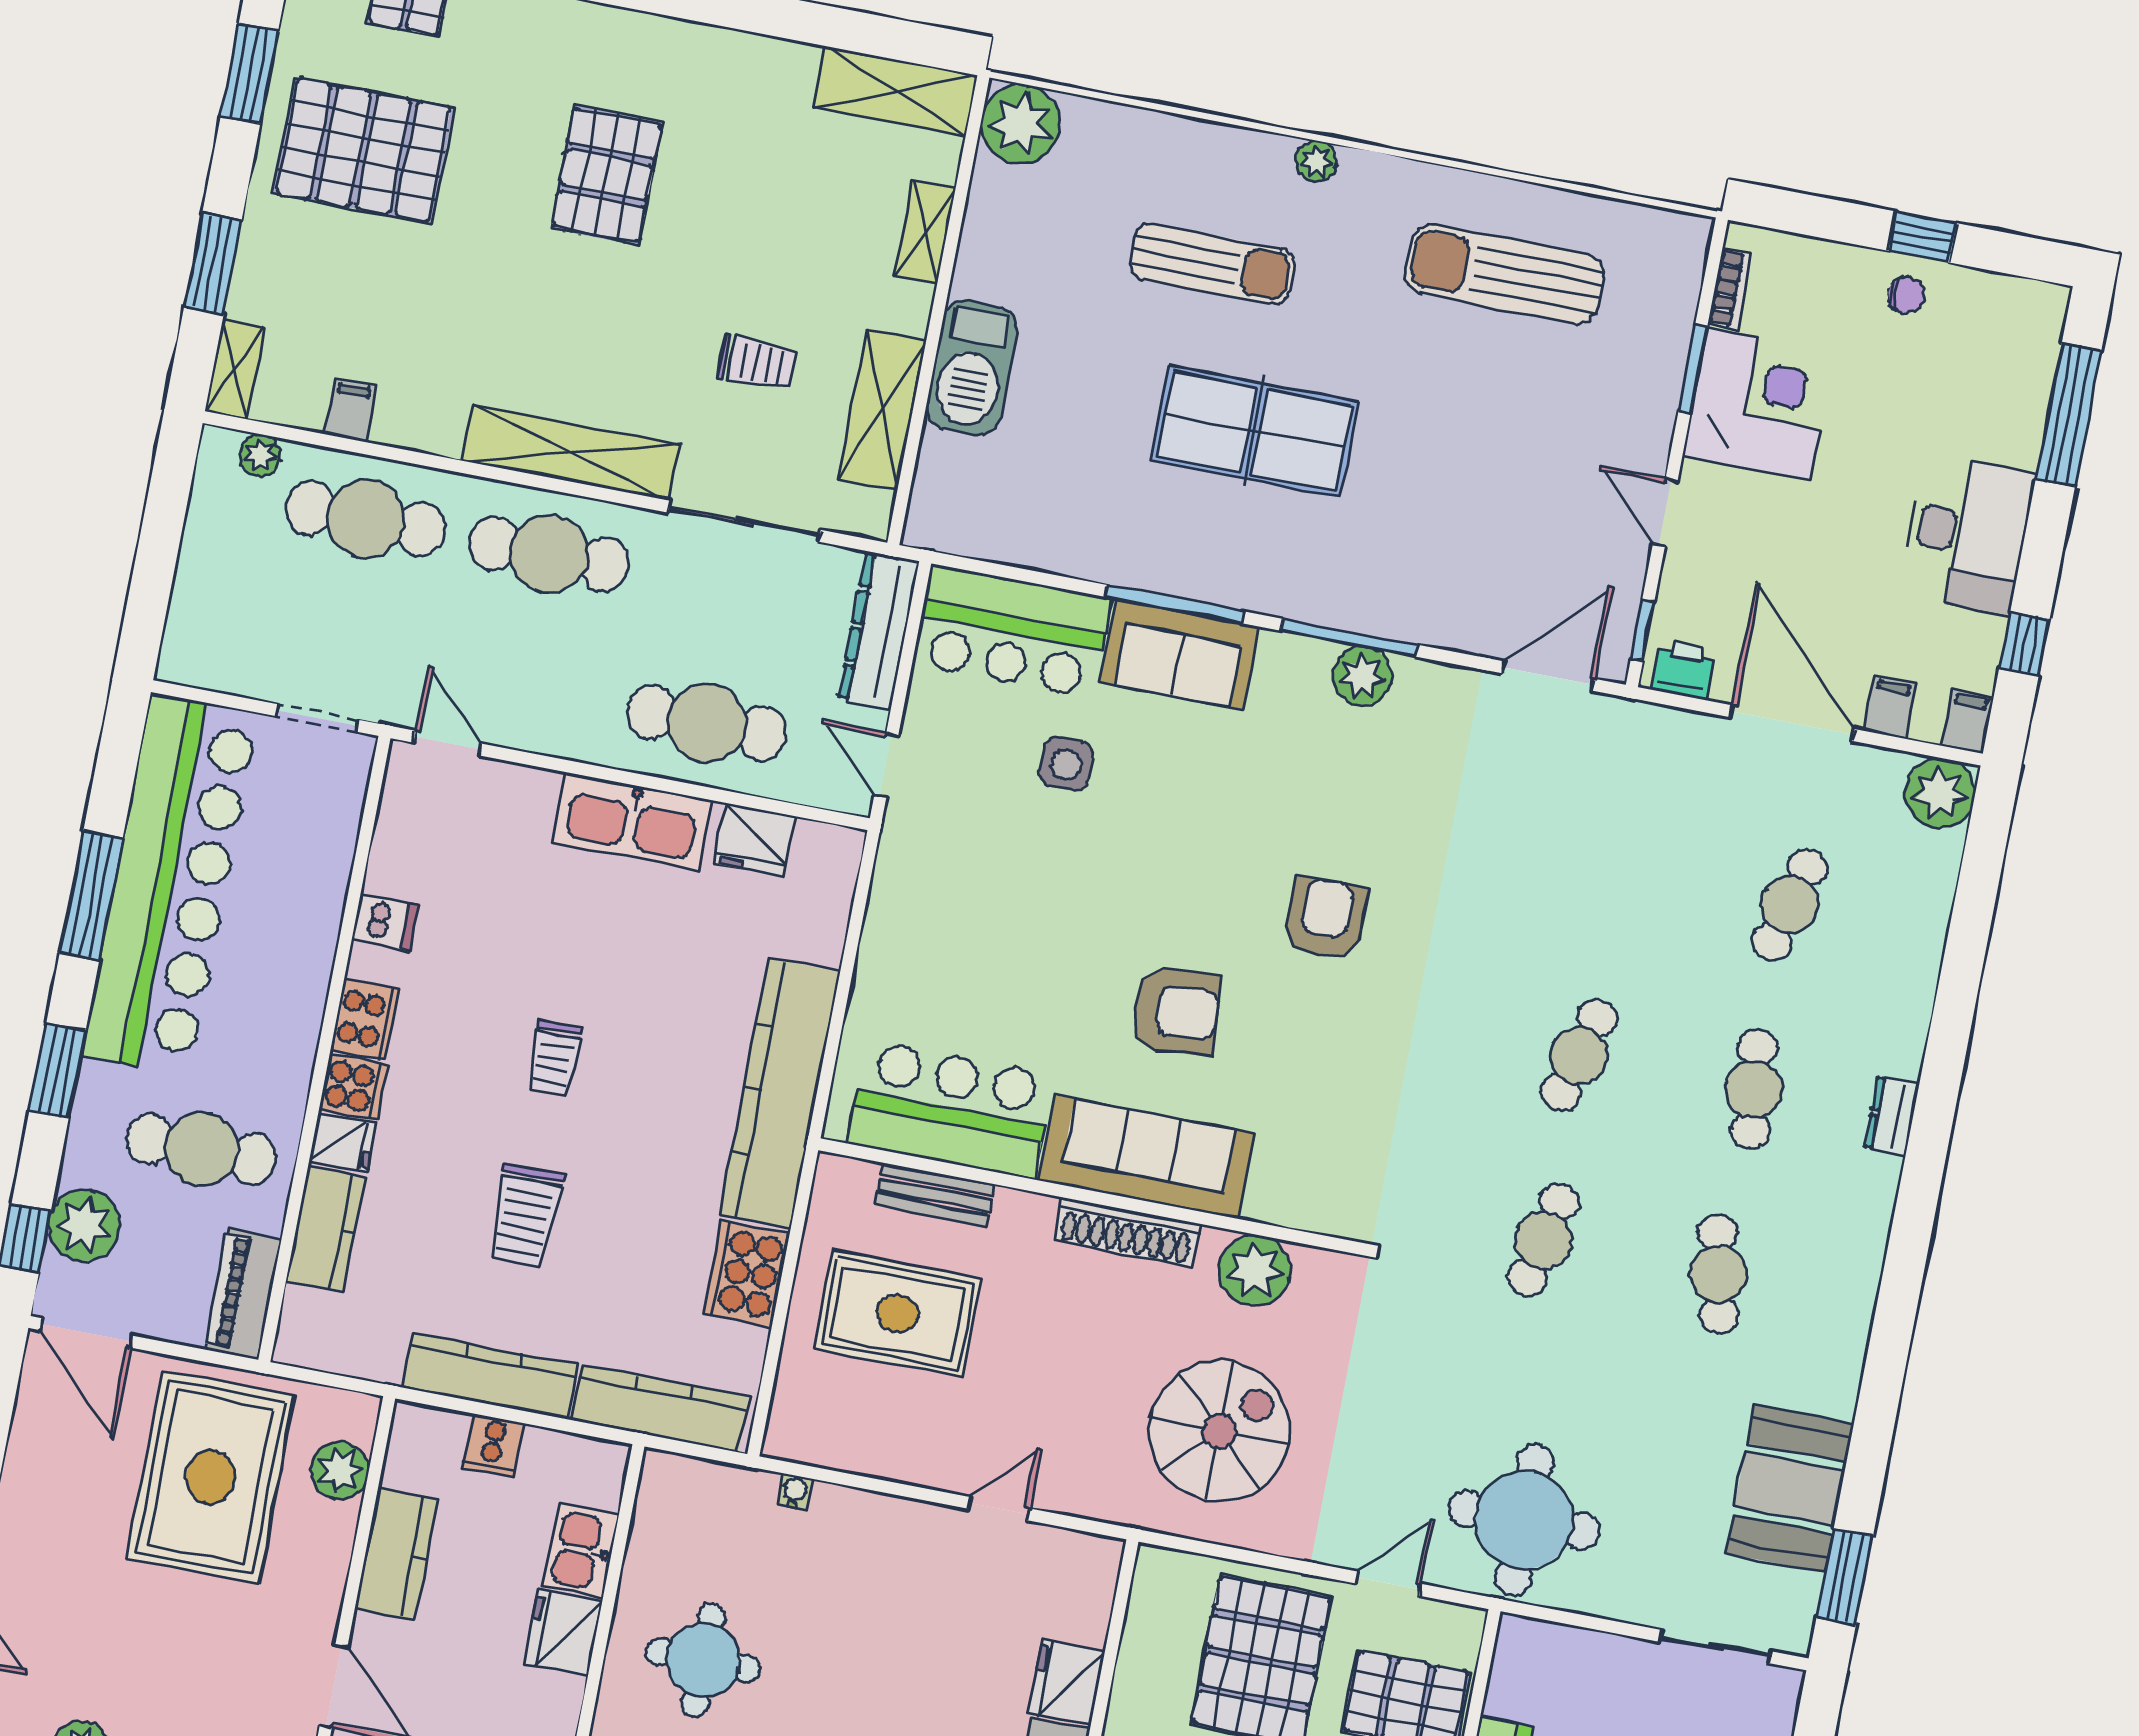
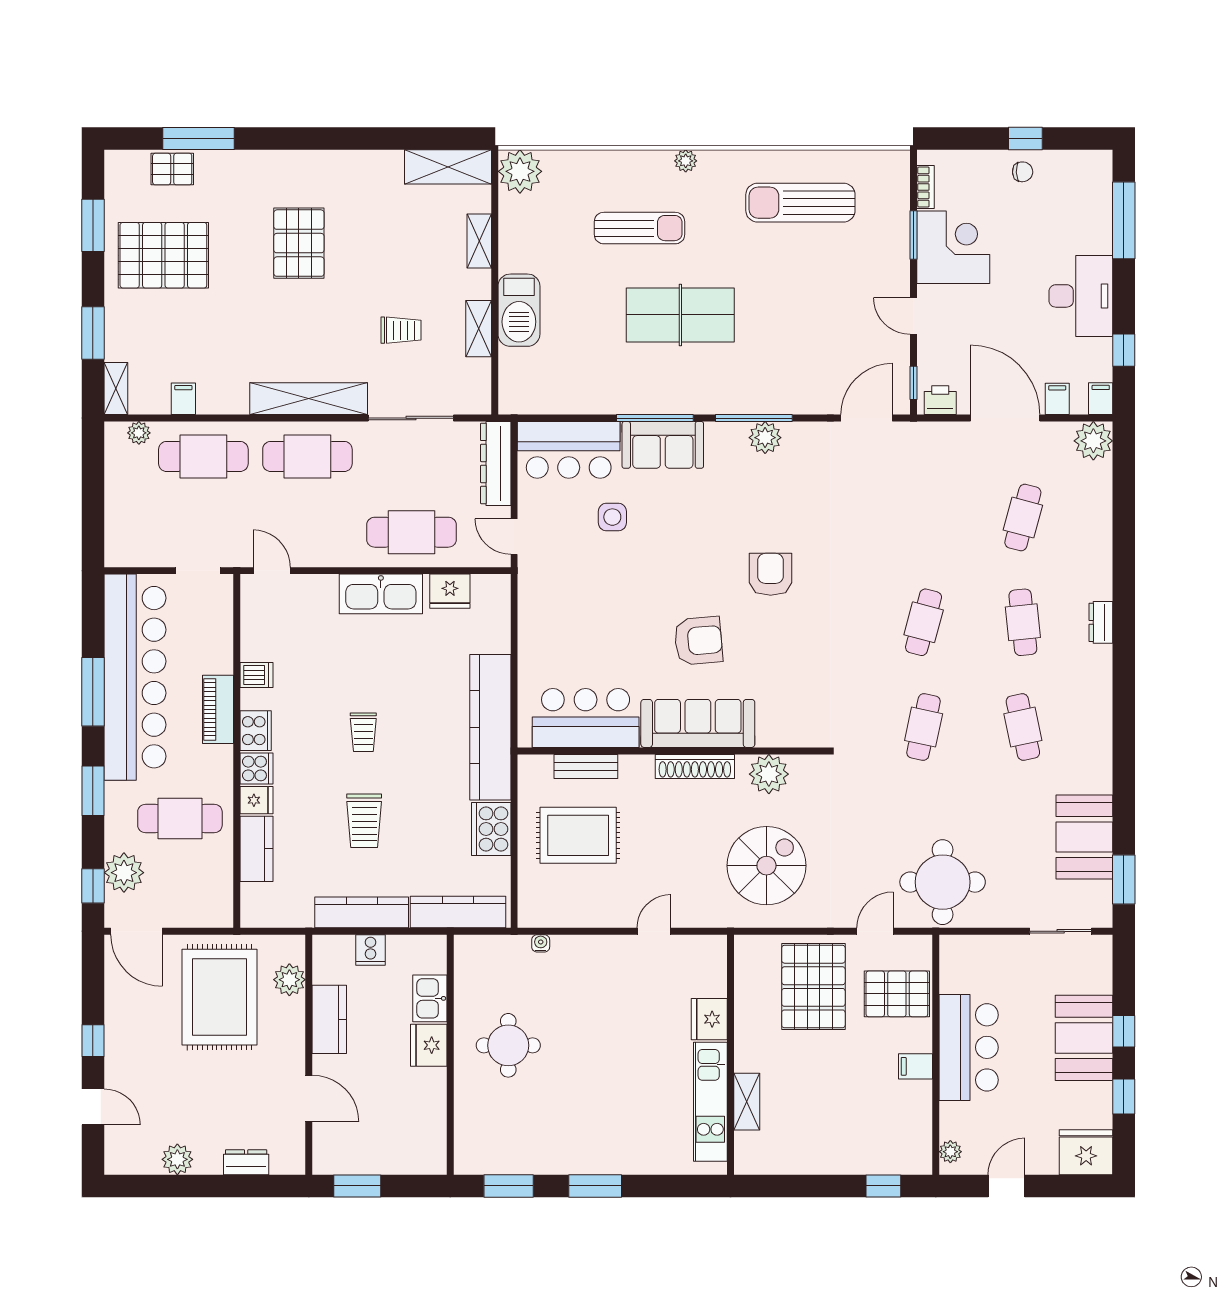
shelving: (882, 410) -> (479, 329), width x0.67, depth x0.75
piano: (243, 1294) -> (218, 709), moved

